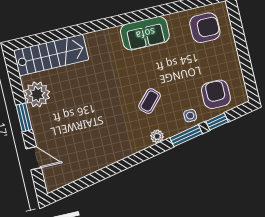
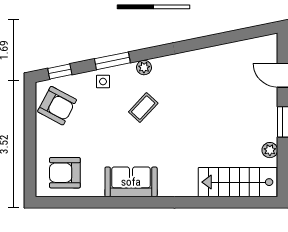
plant: (37, 94) -> (270, 150), width x0.53, depth x0.53
armchair: (216, 94) -> (57, 106), moved, turned -62
window: (217, 122) -> (60, 72), moved

